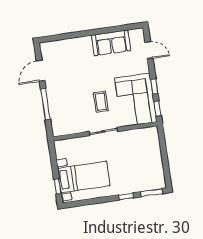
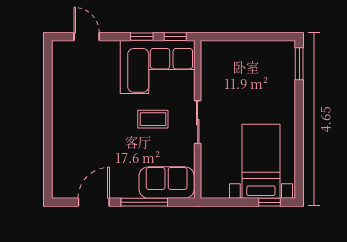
sofa: (111, 43) -> (167, 183), moved, turned -90
door: (149, 50) -> (87, 37), hinge flipped
door: (41, 71) -> (94, 202), swing flipped
window: (126, 196) -> (299, 102), removed

